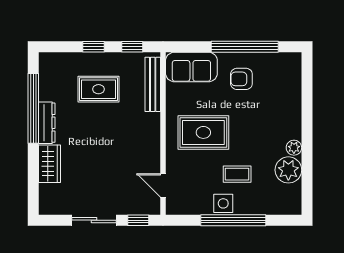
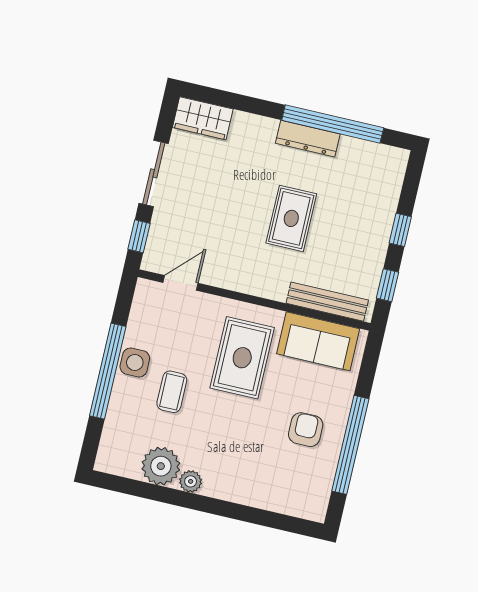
sofa: (191, 67) -> (318, 341), moved, turned -90
rug: (99, 89) -> (291, 218), moved
wardrobe: (50, 164) -> (203, 118), moved

